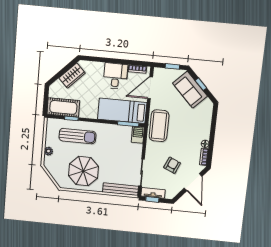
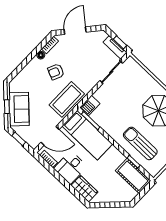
wardrobe: (72, 76) -> (85, 189), moved, turned 45
armchair: (172, 165) -> (56, 72), moved
bench: (121, 189) -> (140, 71), removed

